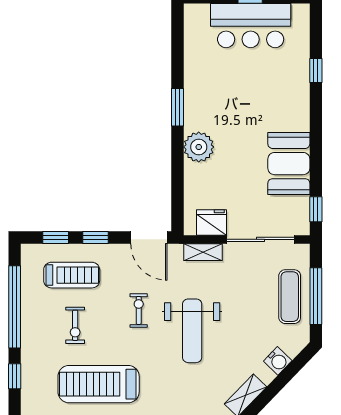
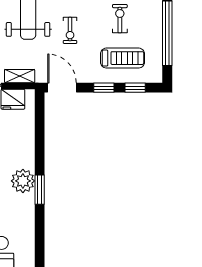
plant: (199, 147) -> (23, 181), moved
treadmill: (72, 275) -> (123, 58), turned 180

